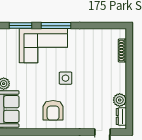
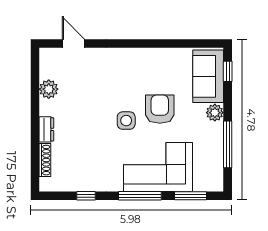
window: (94, 26) -> (86, 196), added
armchair: (53, 110) -> (160, 109), moved
dresser: (121, 116) -> (46, 129), moved

